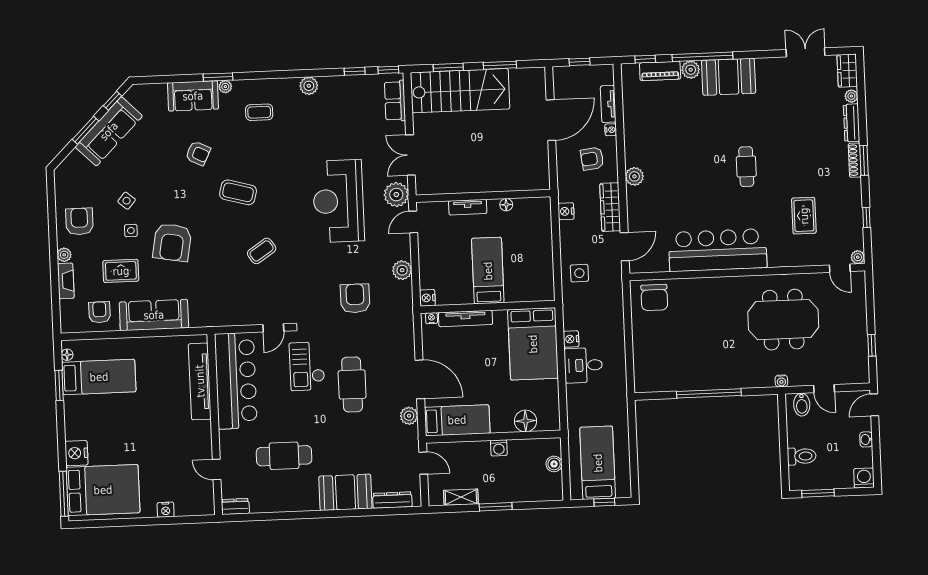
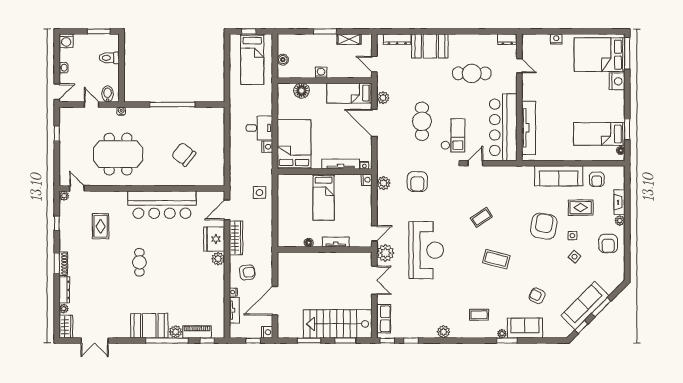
armchair: (198, 153) -> (537, 296), moved
fridge: (641, 204) -> (214, 239), added
nightstand: (566, 211) -> (267, 332), moved
plant: (402, 270) -> (384, 183), moved
chair: (654, 298) -> (184, 154), moved, turned -52

